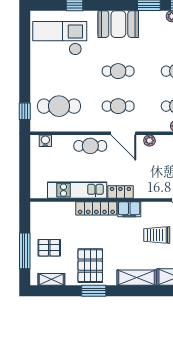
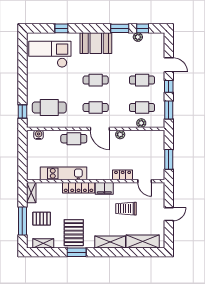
locker: (120, 192) -> (123, 175), moved
shelving: (36, 215) -> (31, 193), added

